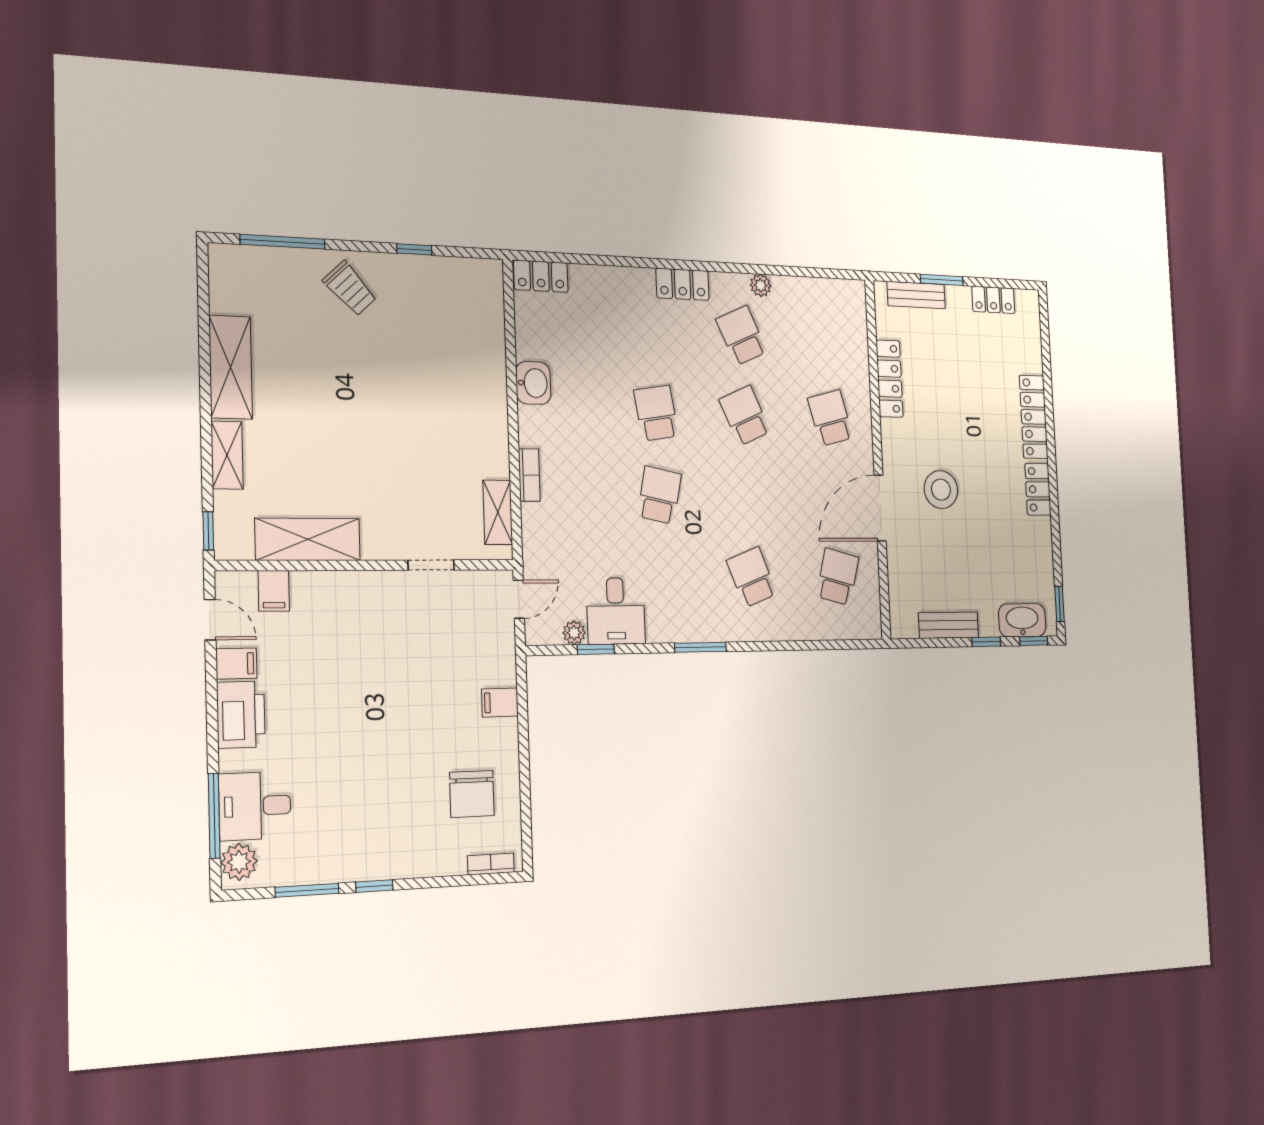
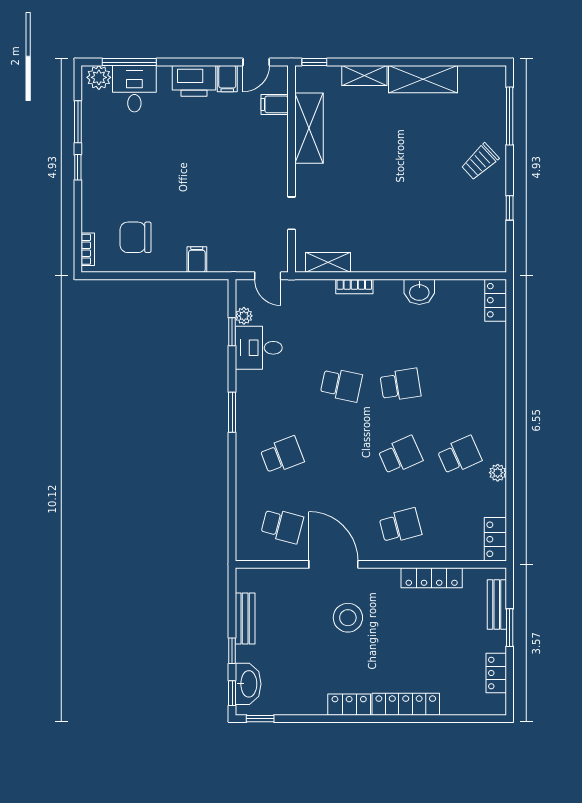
locker: (683, 284) -> (495, 539), moved

